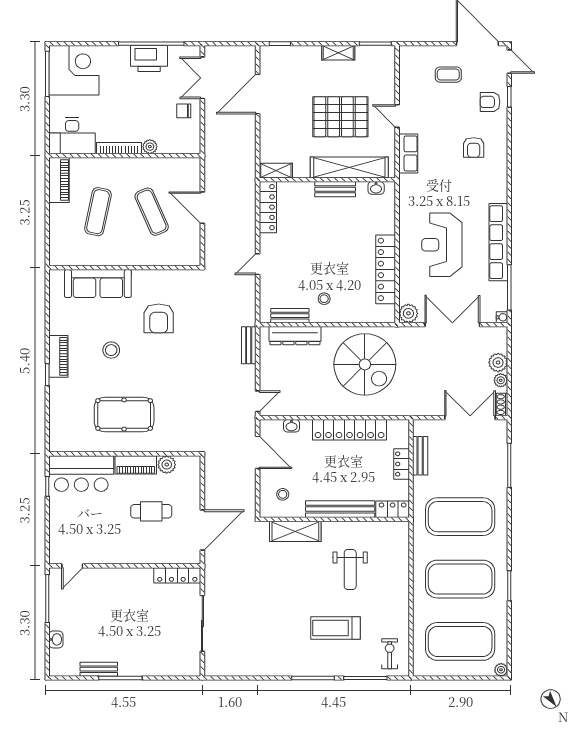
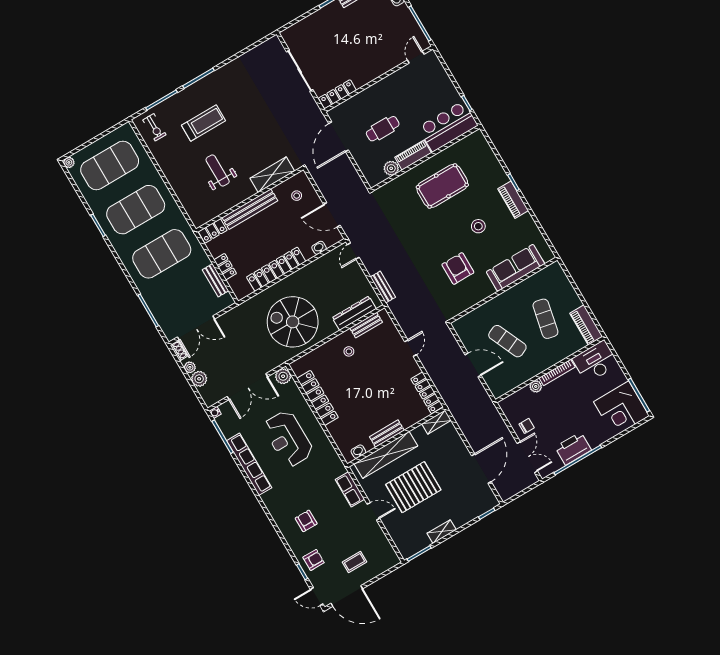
reception desk: (442, 245) -> (288, 439), turned 180

